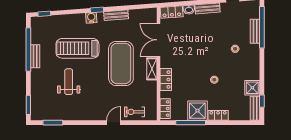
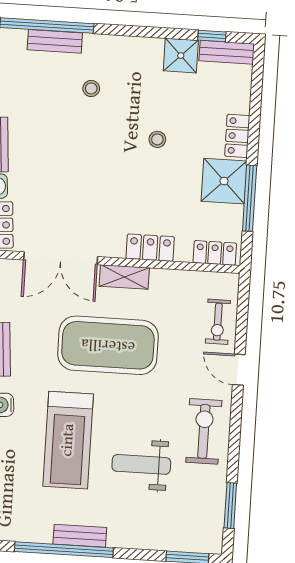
exercise bike: (85, 109) -> (204, 431), added

